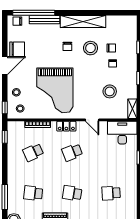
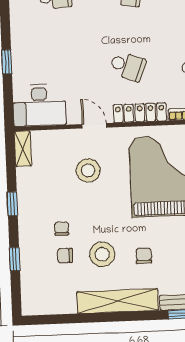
stool: (110, 91) -> (88, 170), moved
locker: (66, 126) -> (140, 113), width x1.53
school desk: (72, 152) -> (128, 66), turned 42

